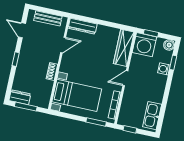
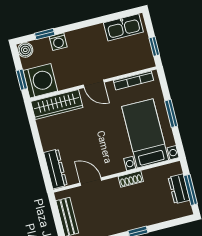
dresser: (20, 97) -> (179, 189), moved
window: (96, 122) -> (171, 113), moved

